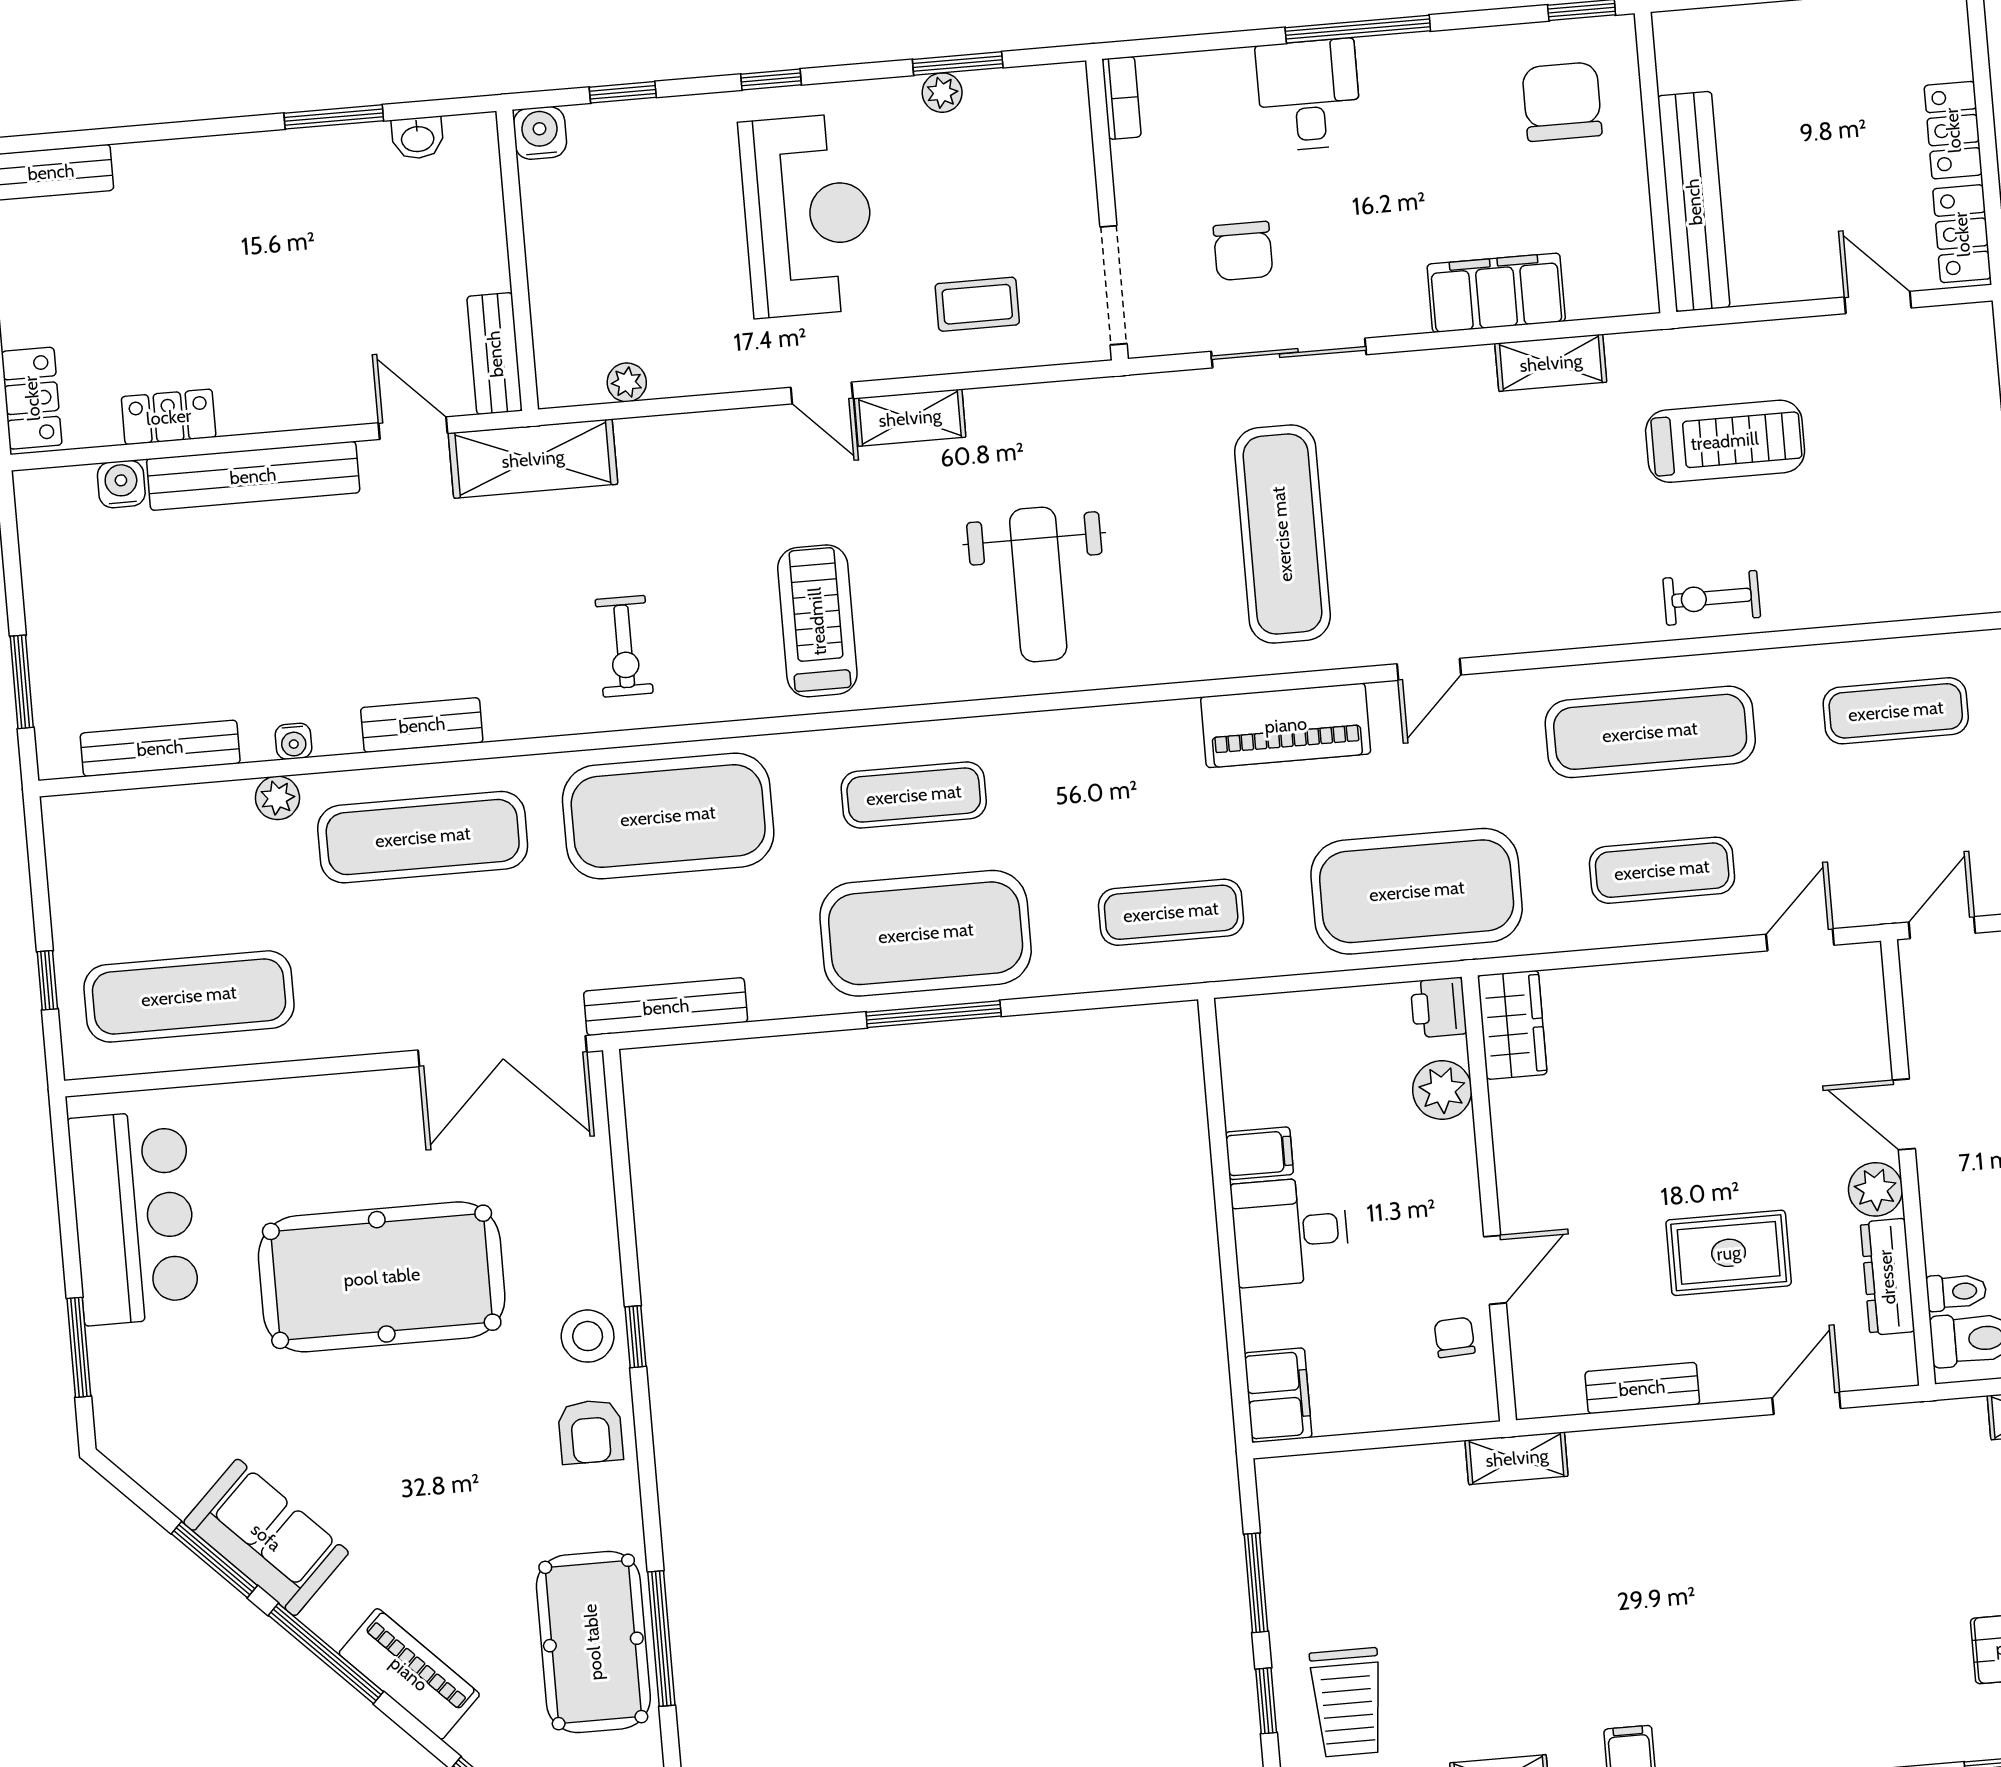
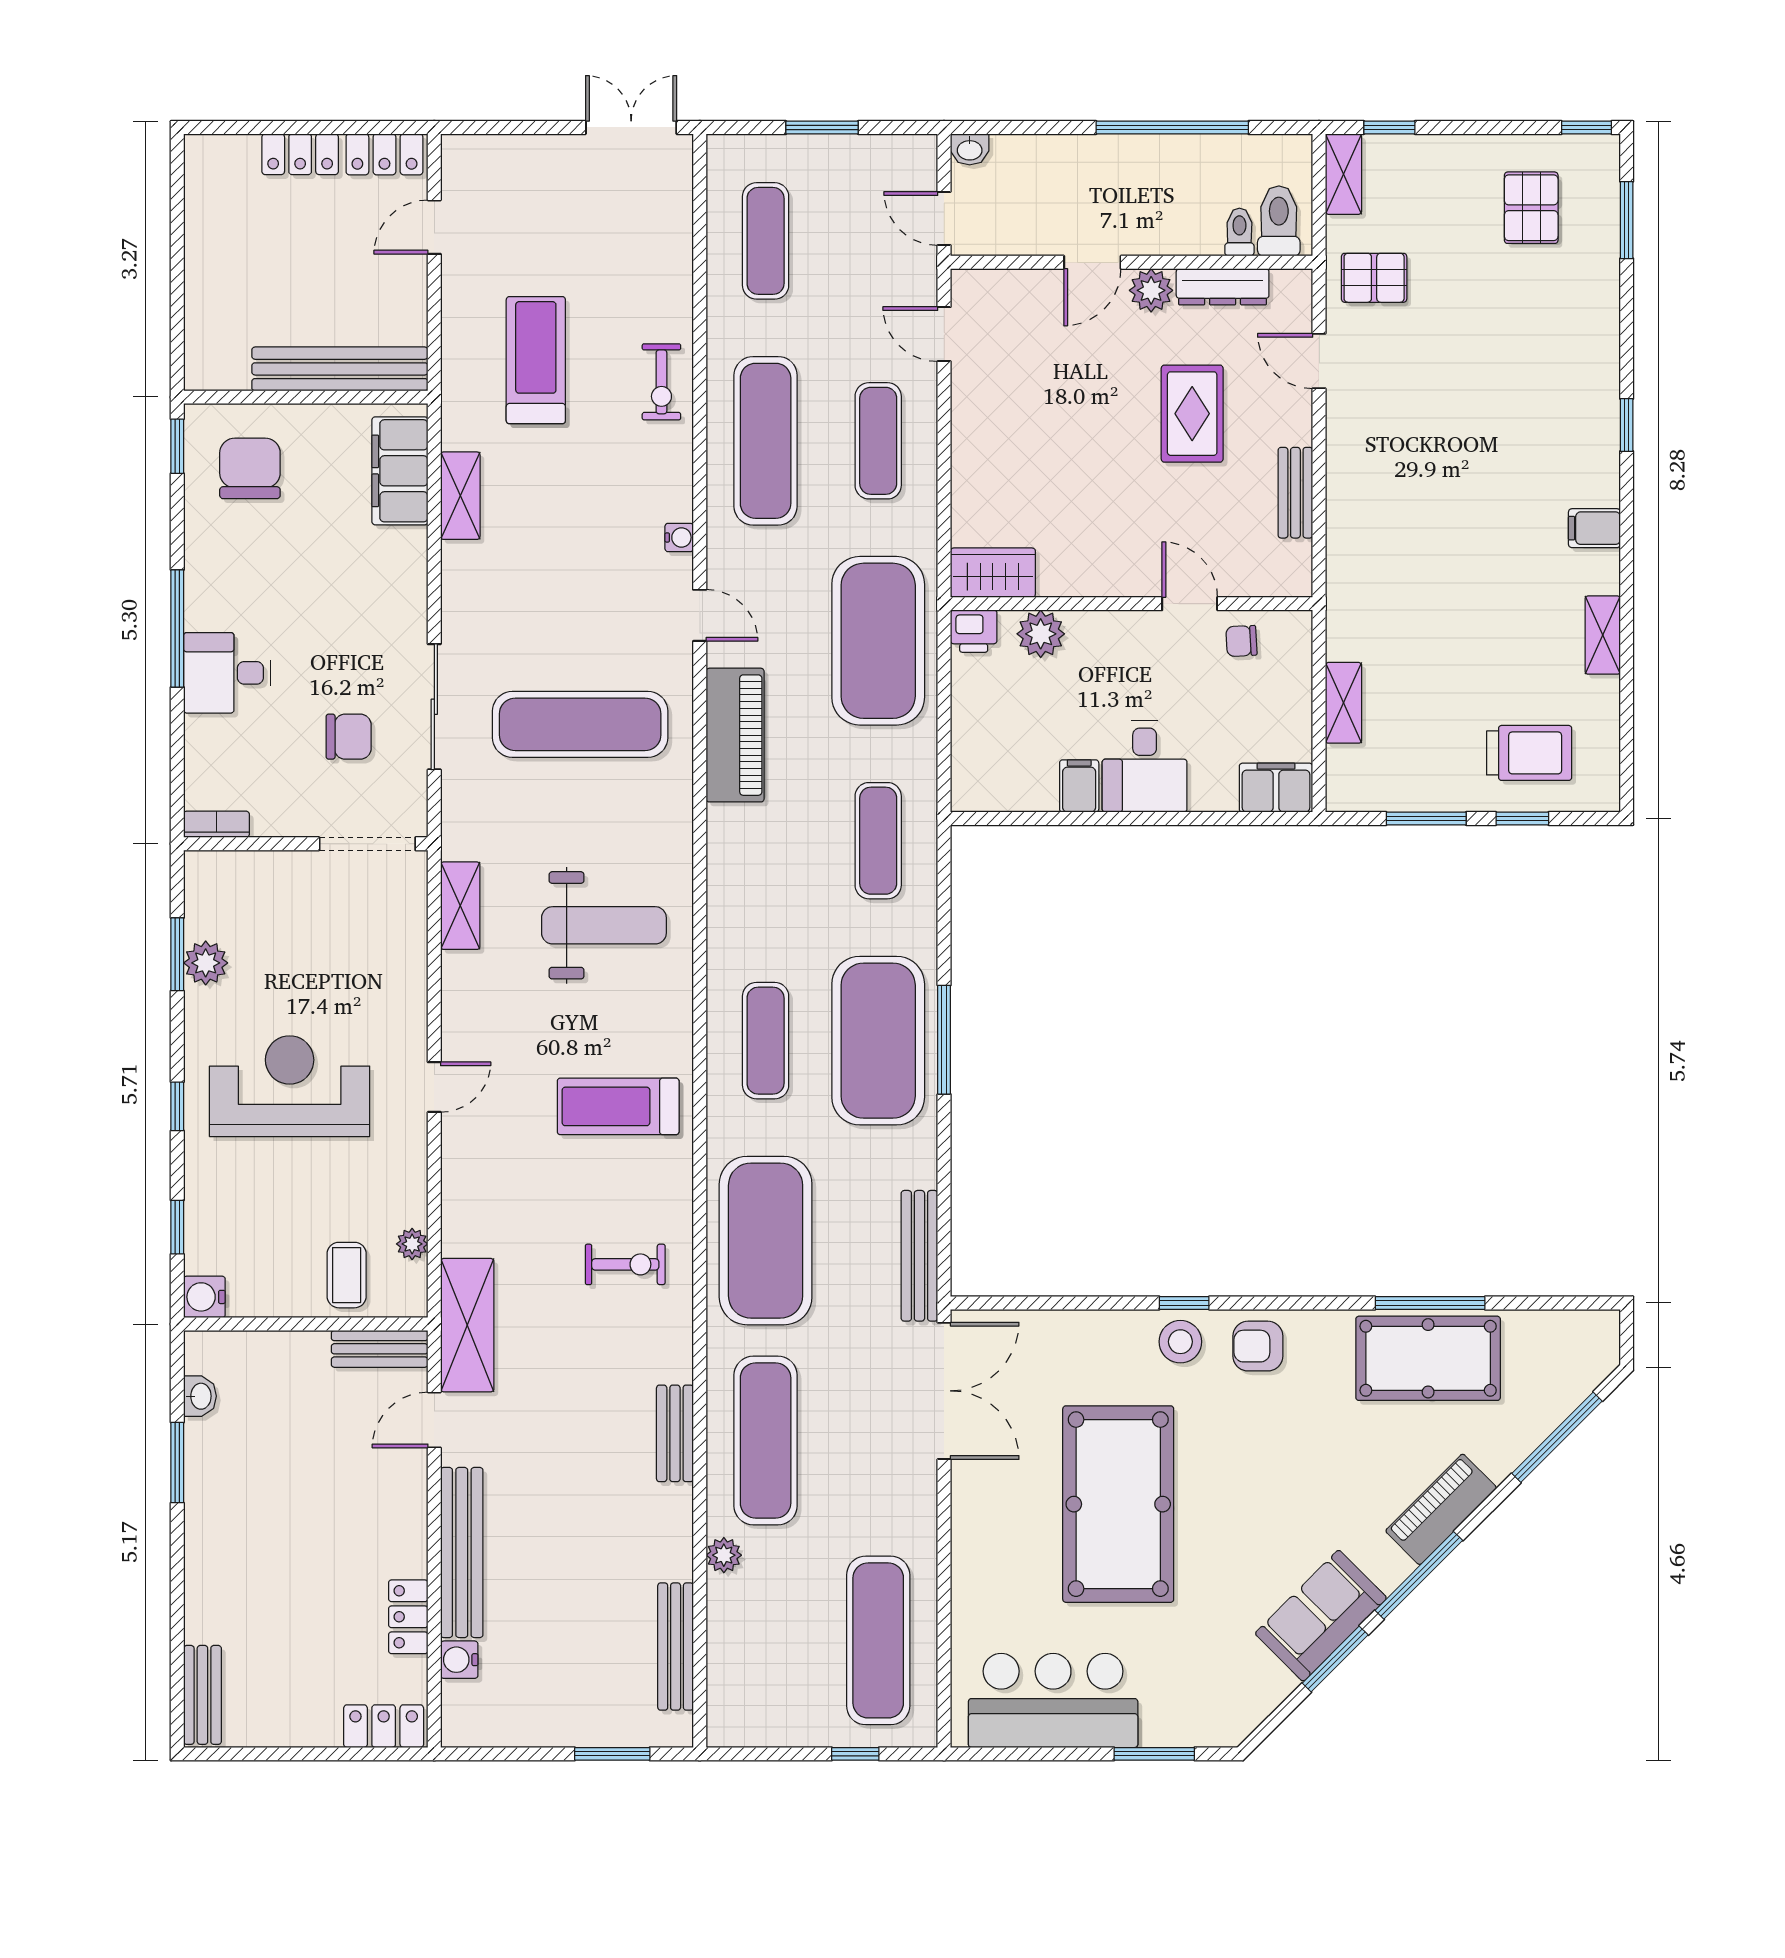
plant: (942, 93) -> (206, 963), width x1.38, depth x1.38
chair: (1562, 102) -> (250, 468), turned 90
filing cabinet: (1496, 293) -> (400, 471), moved
coffee table: (977, 304) -> (347, 1275), moved
shelving: (910, 418) -> (460, 906), moved
water cooler: (294, 741) -> (679, 537), moved
armchair: (590, 1432) -> (1258, 1346), turned 180
shelving: (1517, 1458) -> (1344, 703), moved
pallet: (1915, 1462) -> (1374, 278), added

